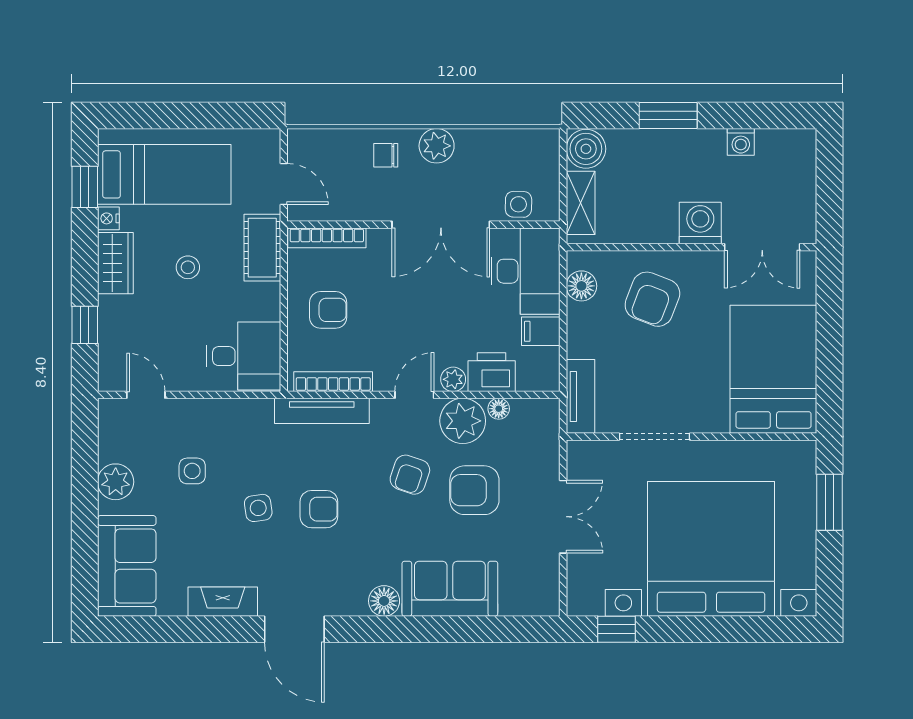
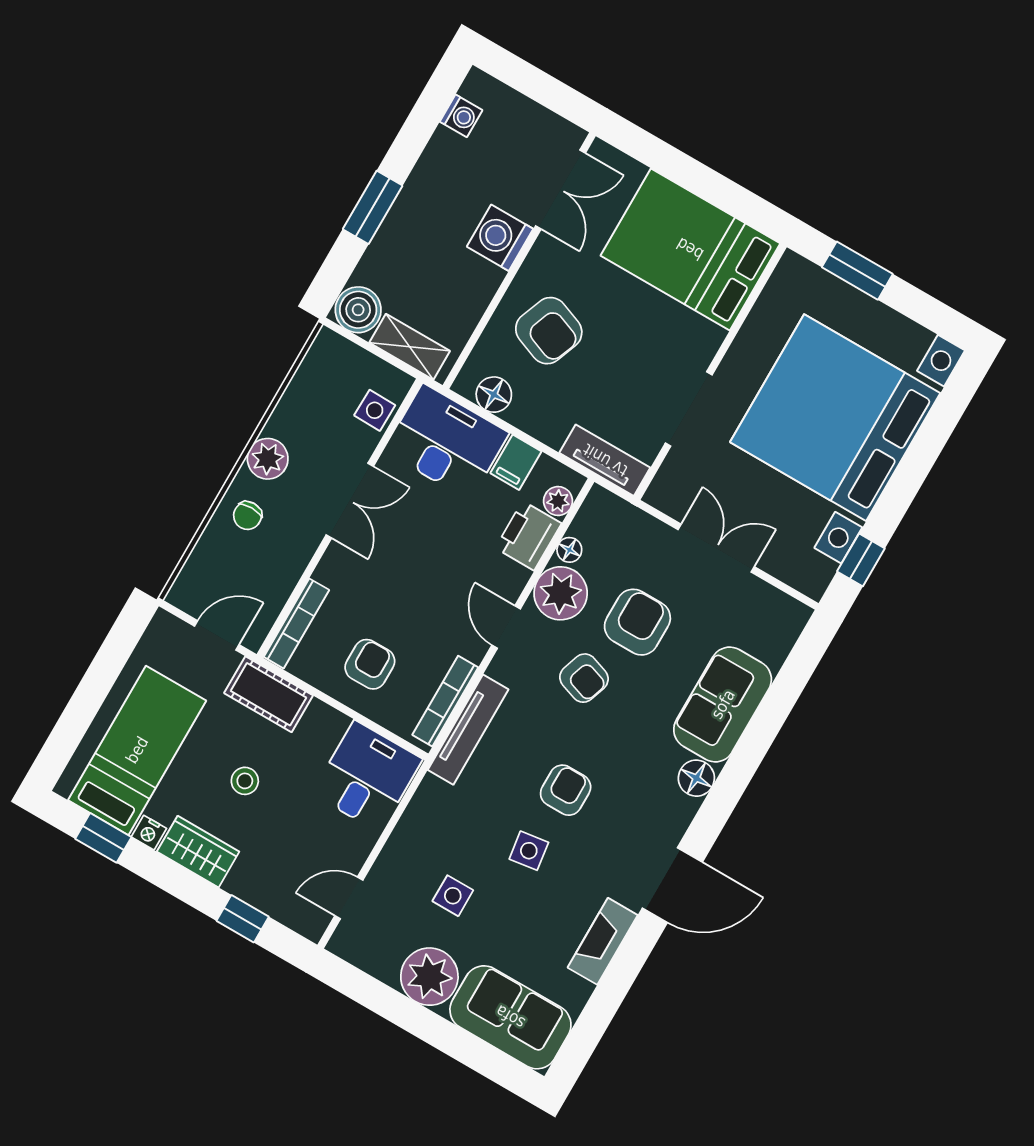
washing machine: (741, 142) -> (461, 116), moved
double door: (441, 225) -> (350, 501), width x0.73
plant: (453, 379) -> (558, 501), moved
plant: (116, 482) -> (429, 977), width x1.36, depth x1.36
armchair: (474, 490) -> (637, 622), turned 180

